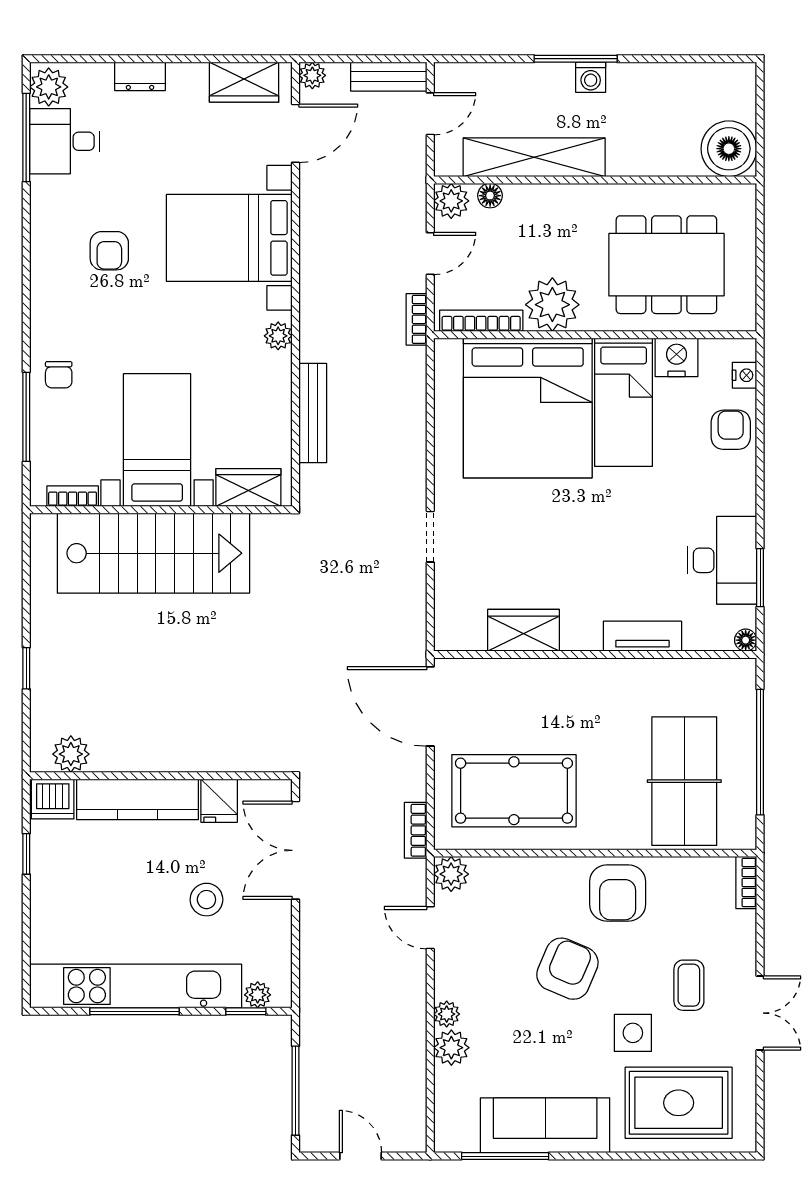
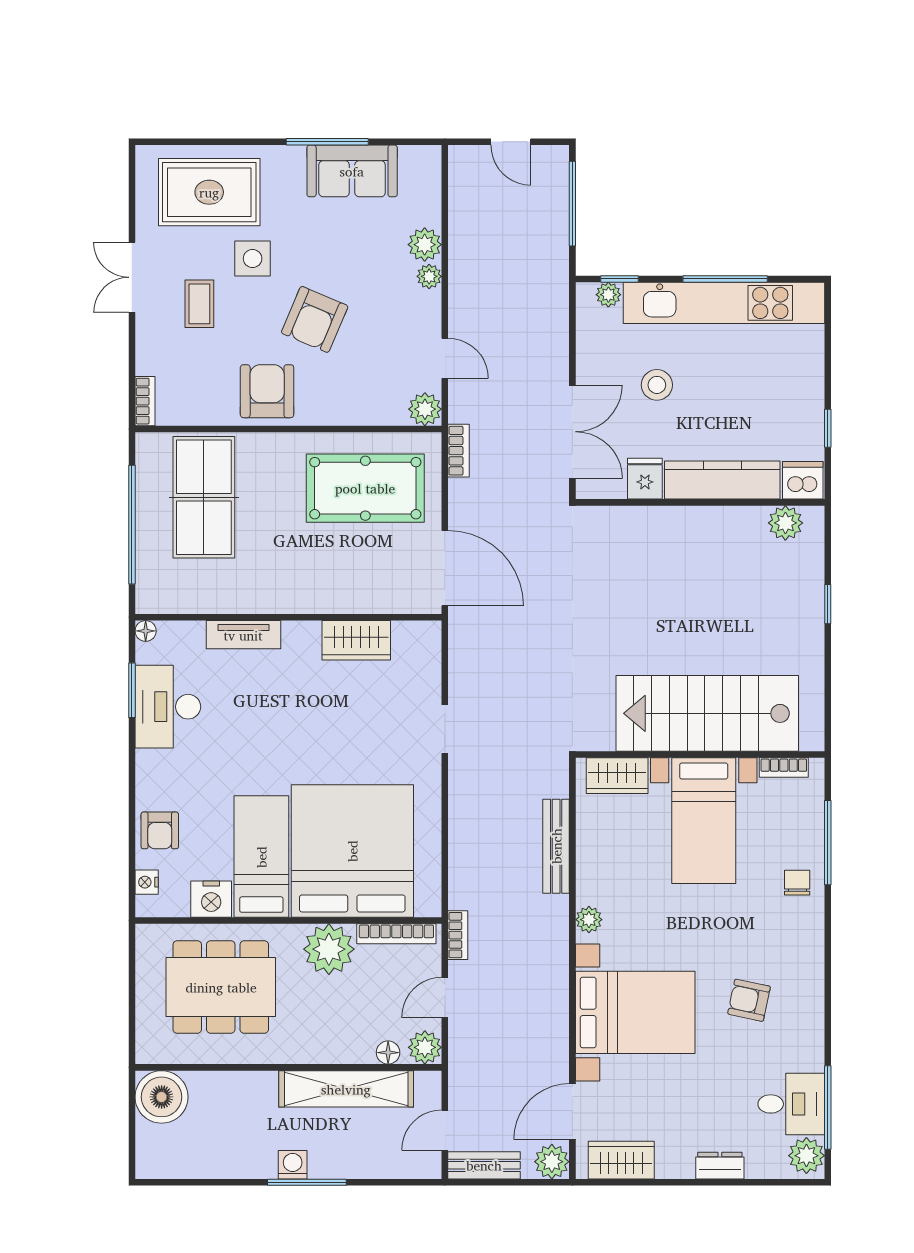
plant: (312, 75) -> (552, 1162), width x1.38, depth x1.38
armchair: (109, 251) -> (749, 1000), turned -78
sofa: (545, 1125) -> (352, 171), width x0.73
window: (505, 1156) -> (327, 142), moved

